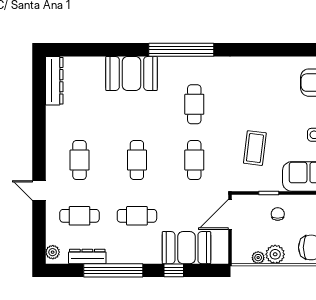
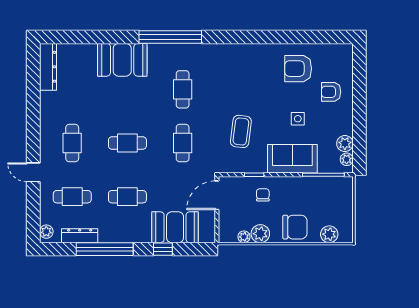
cafe table: (137, 160) -> (127, 143), turned 90

